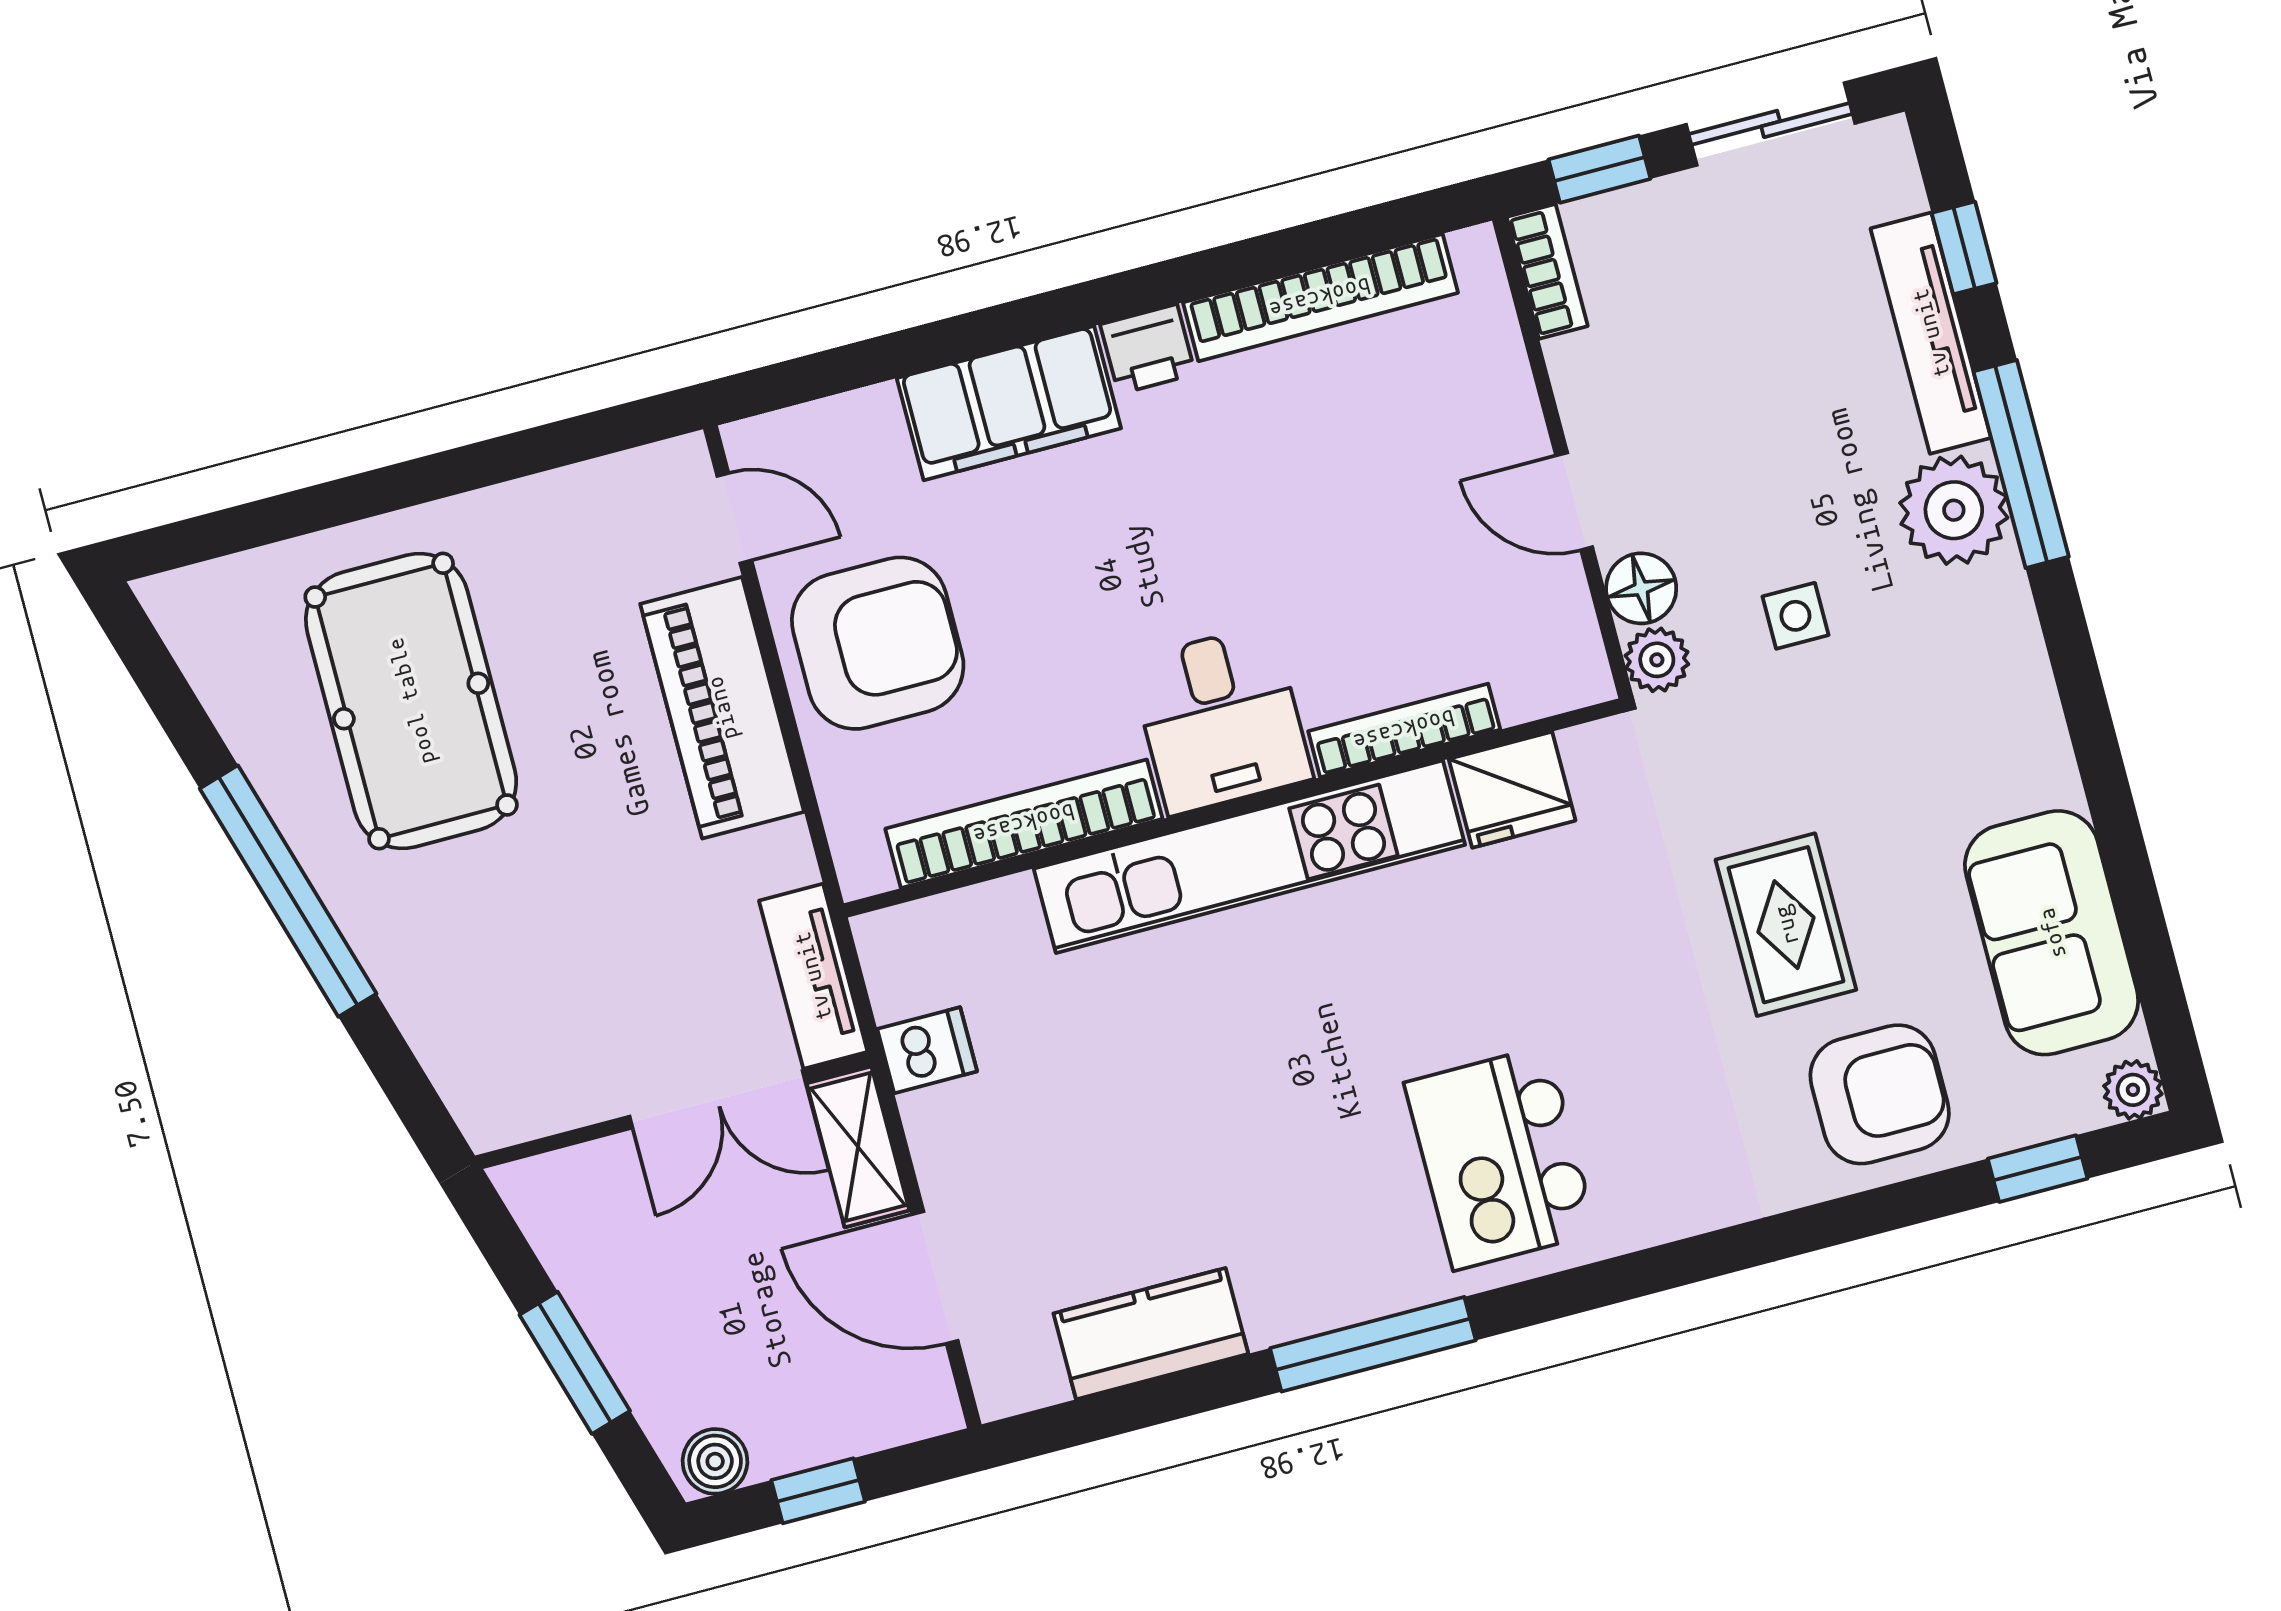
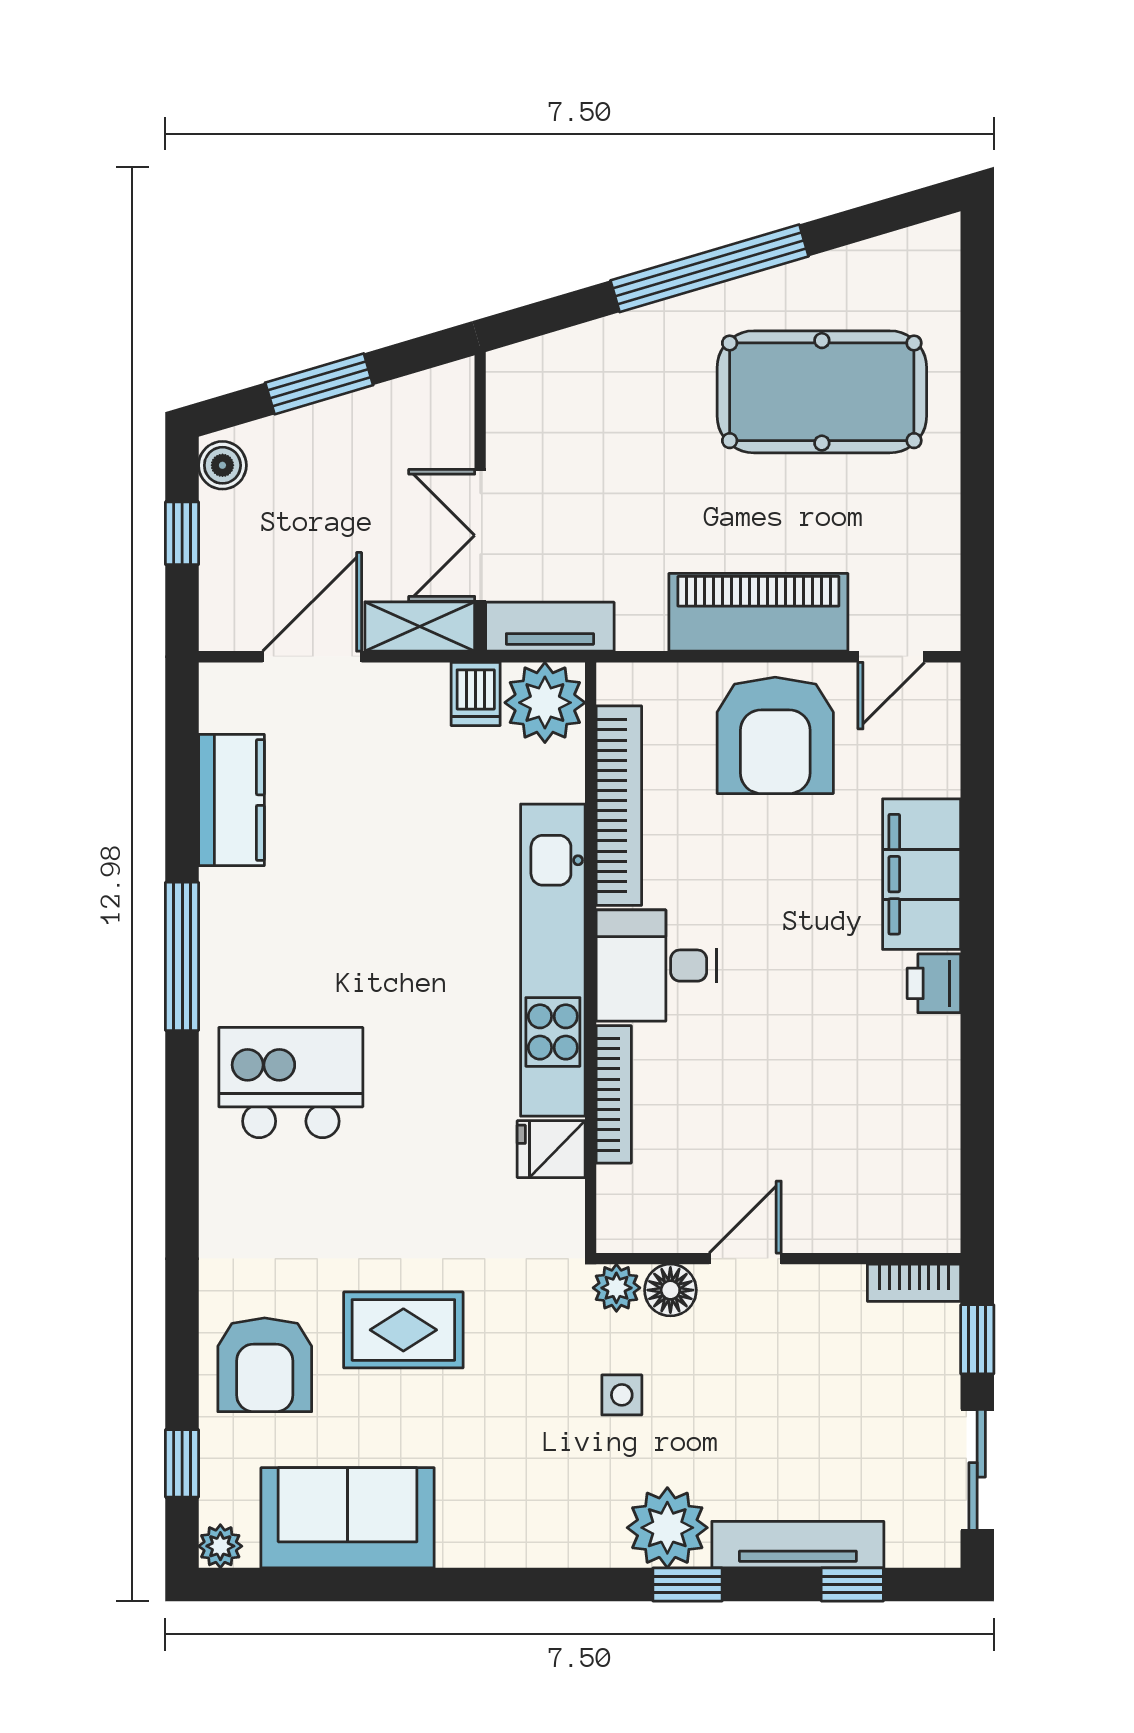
bookcase: (1320, 298) -> (938, 1116), removed
window: (2021, 464) -> (688, 1584), width x0.46
fridge: (1512, 790) -> (551, 1149), width x0.72
plant: (914, 956) -> (545, 703), added

